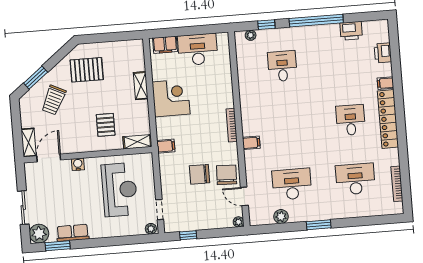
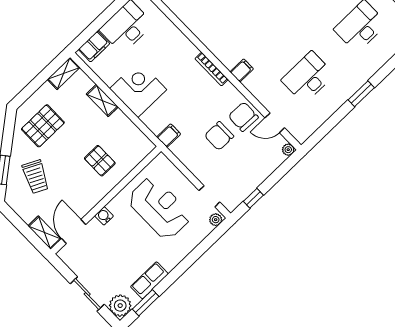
shelving: (137, 142) -> (64, 73), moved
plant: (281, 217) -> (322, 114), removed

